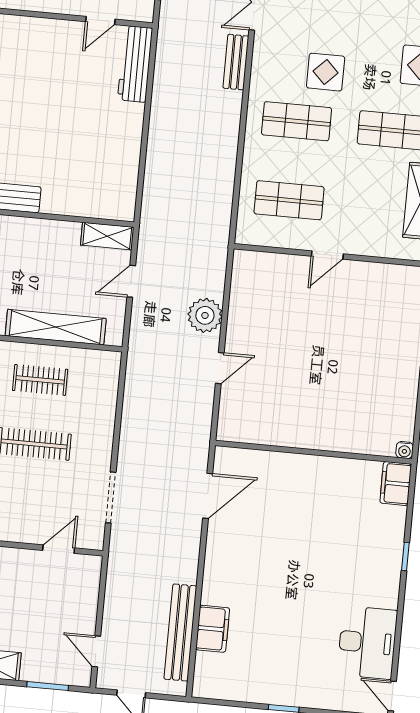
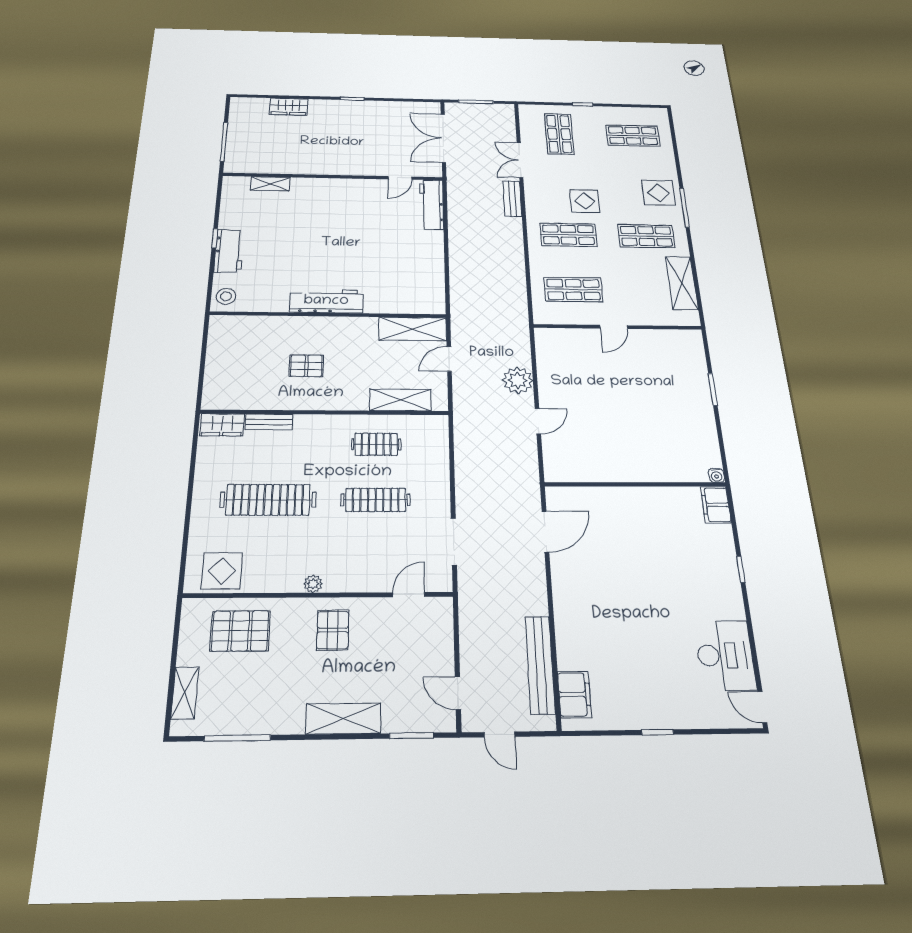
shelving: (107, 236) -> (413, 329), width x1.50, depth x1.33
shelving: (56, 327) -> (400, 400), width x0.68
filing cabinet: (213, 629) -> (574, 694), moved

